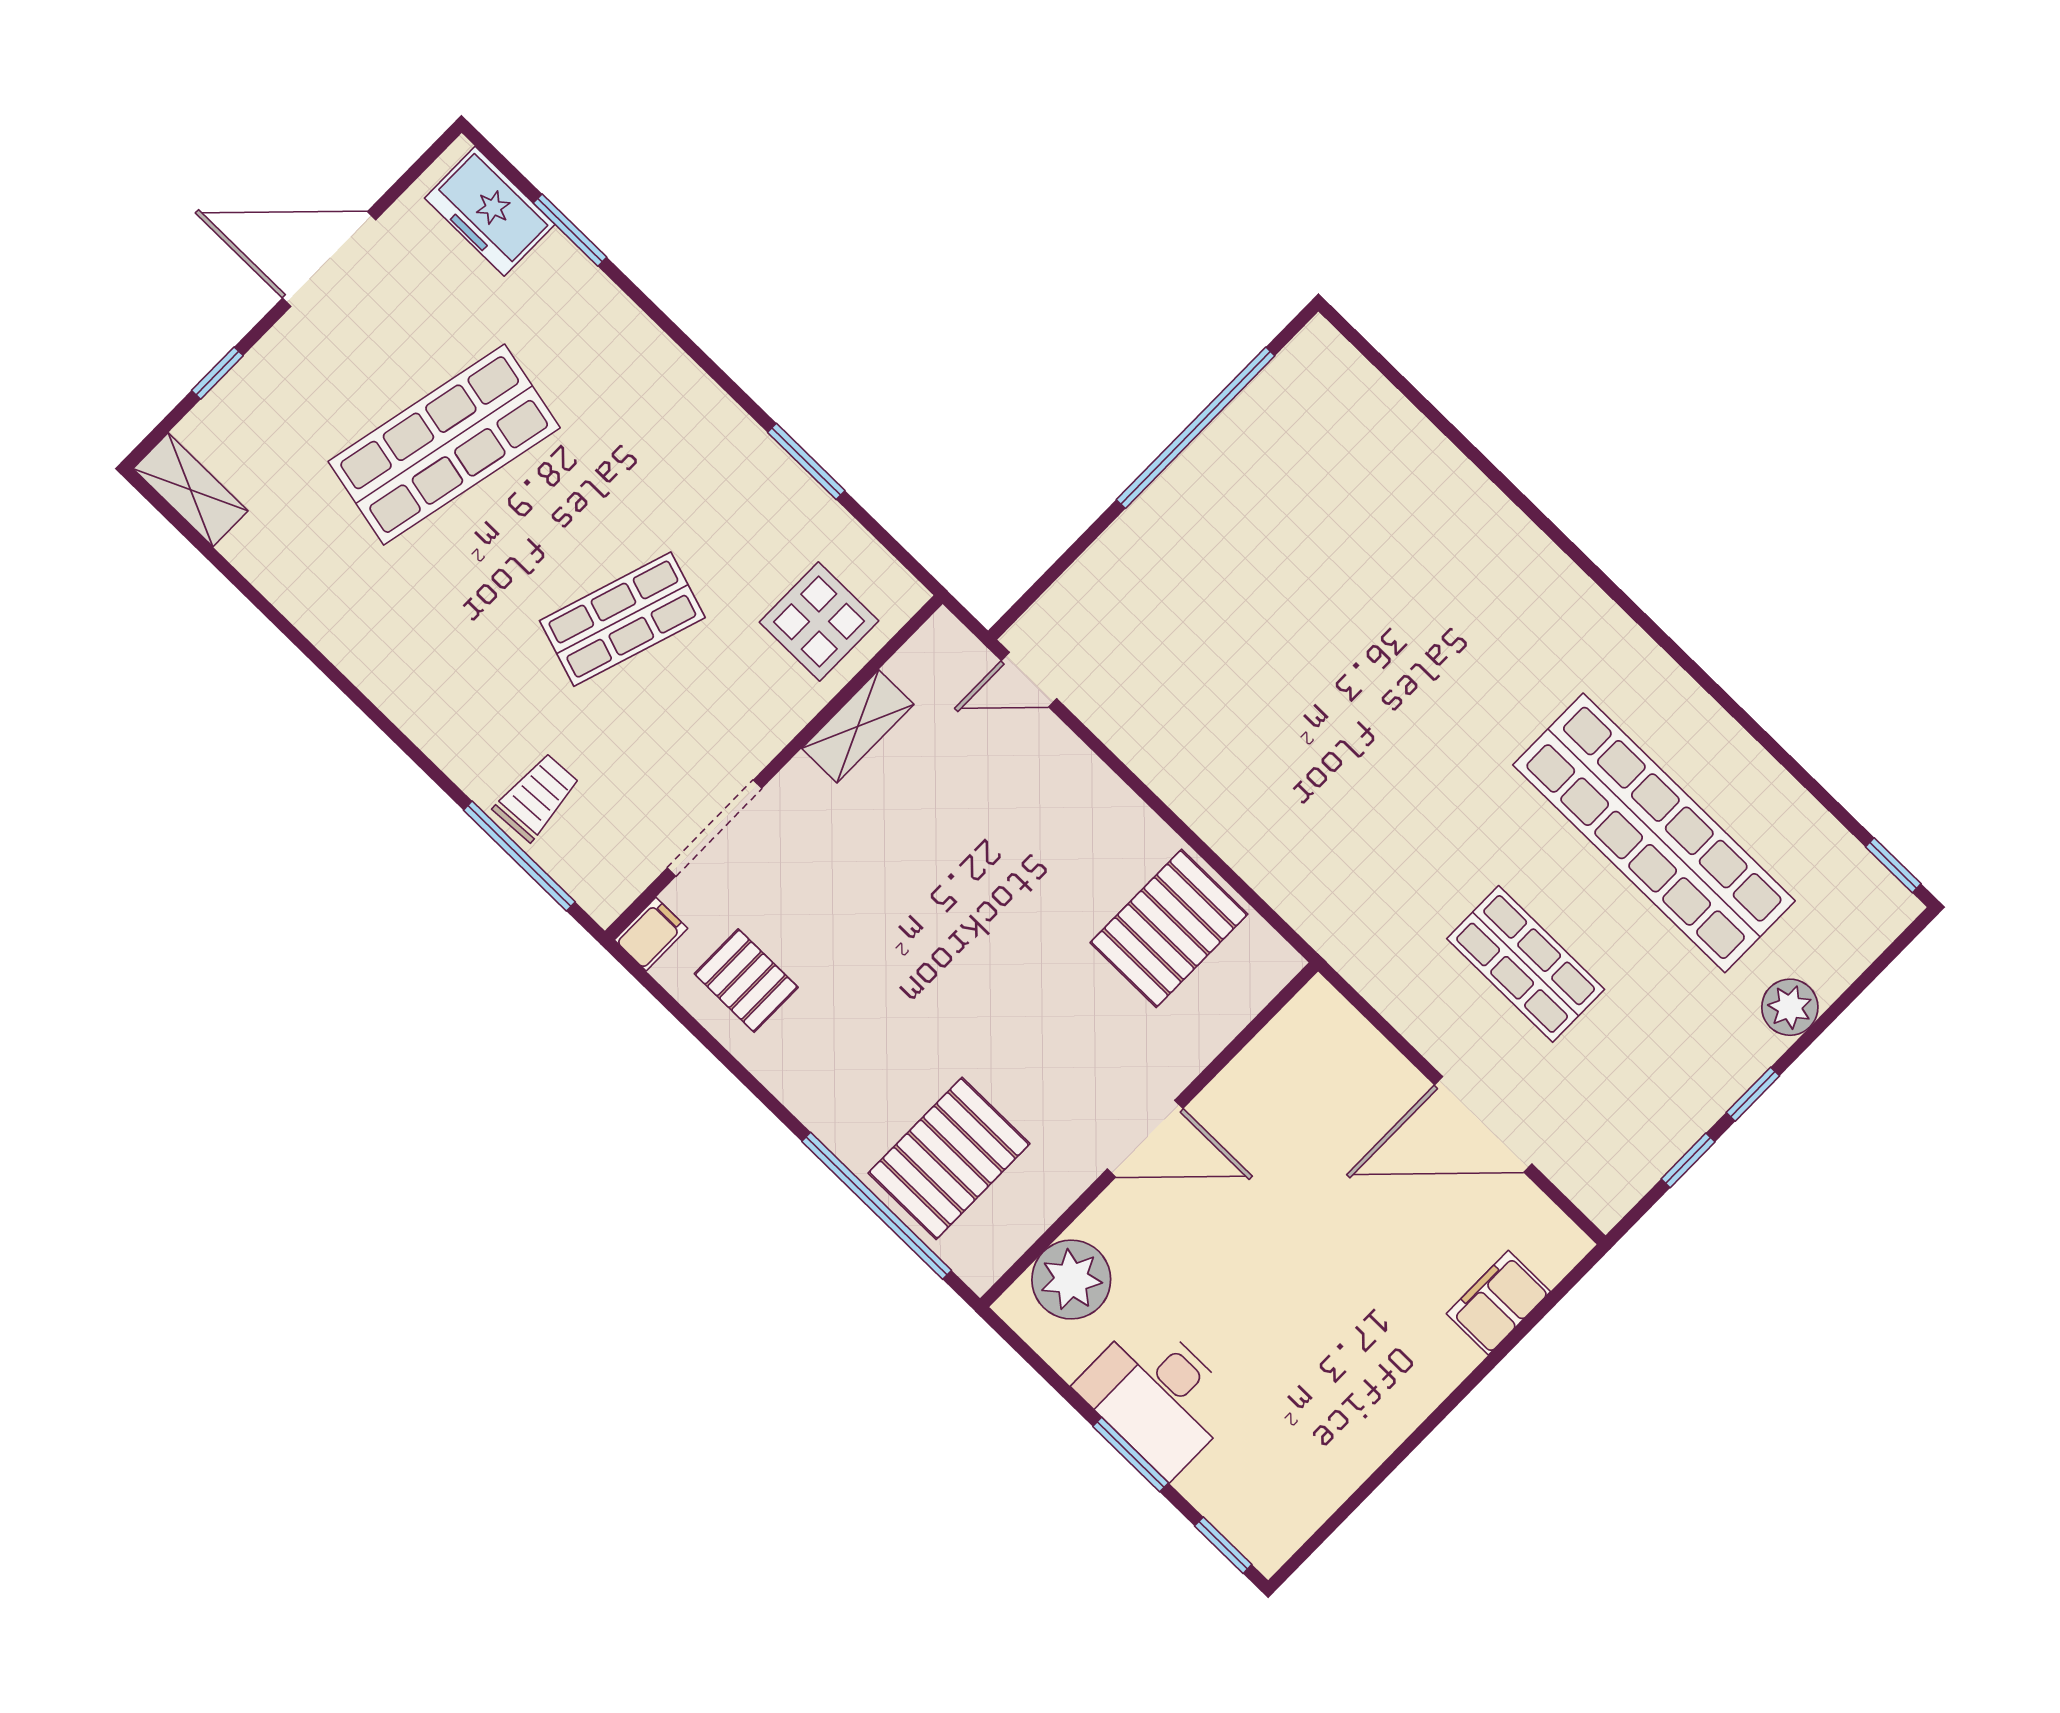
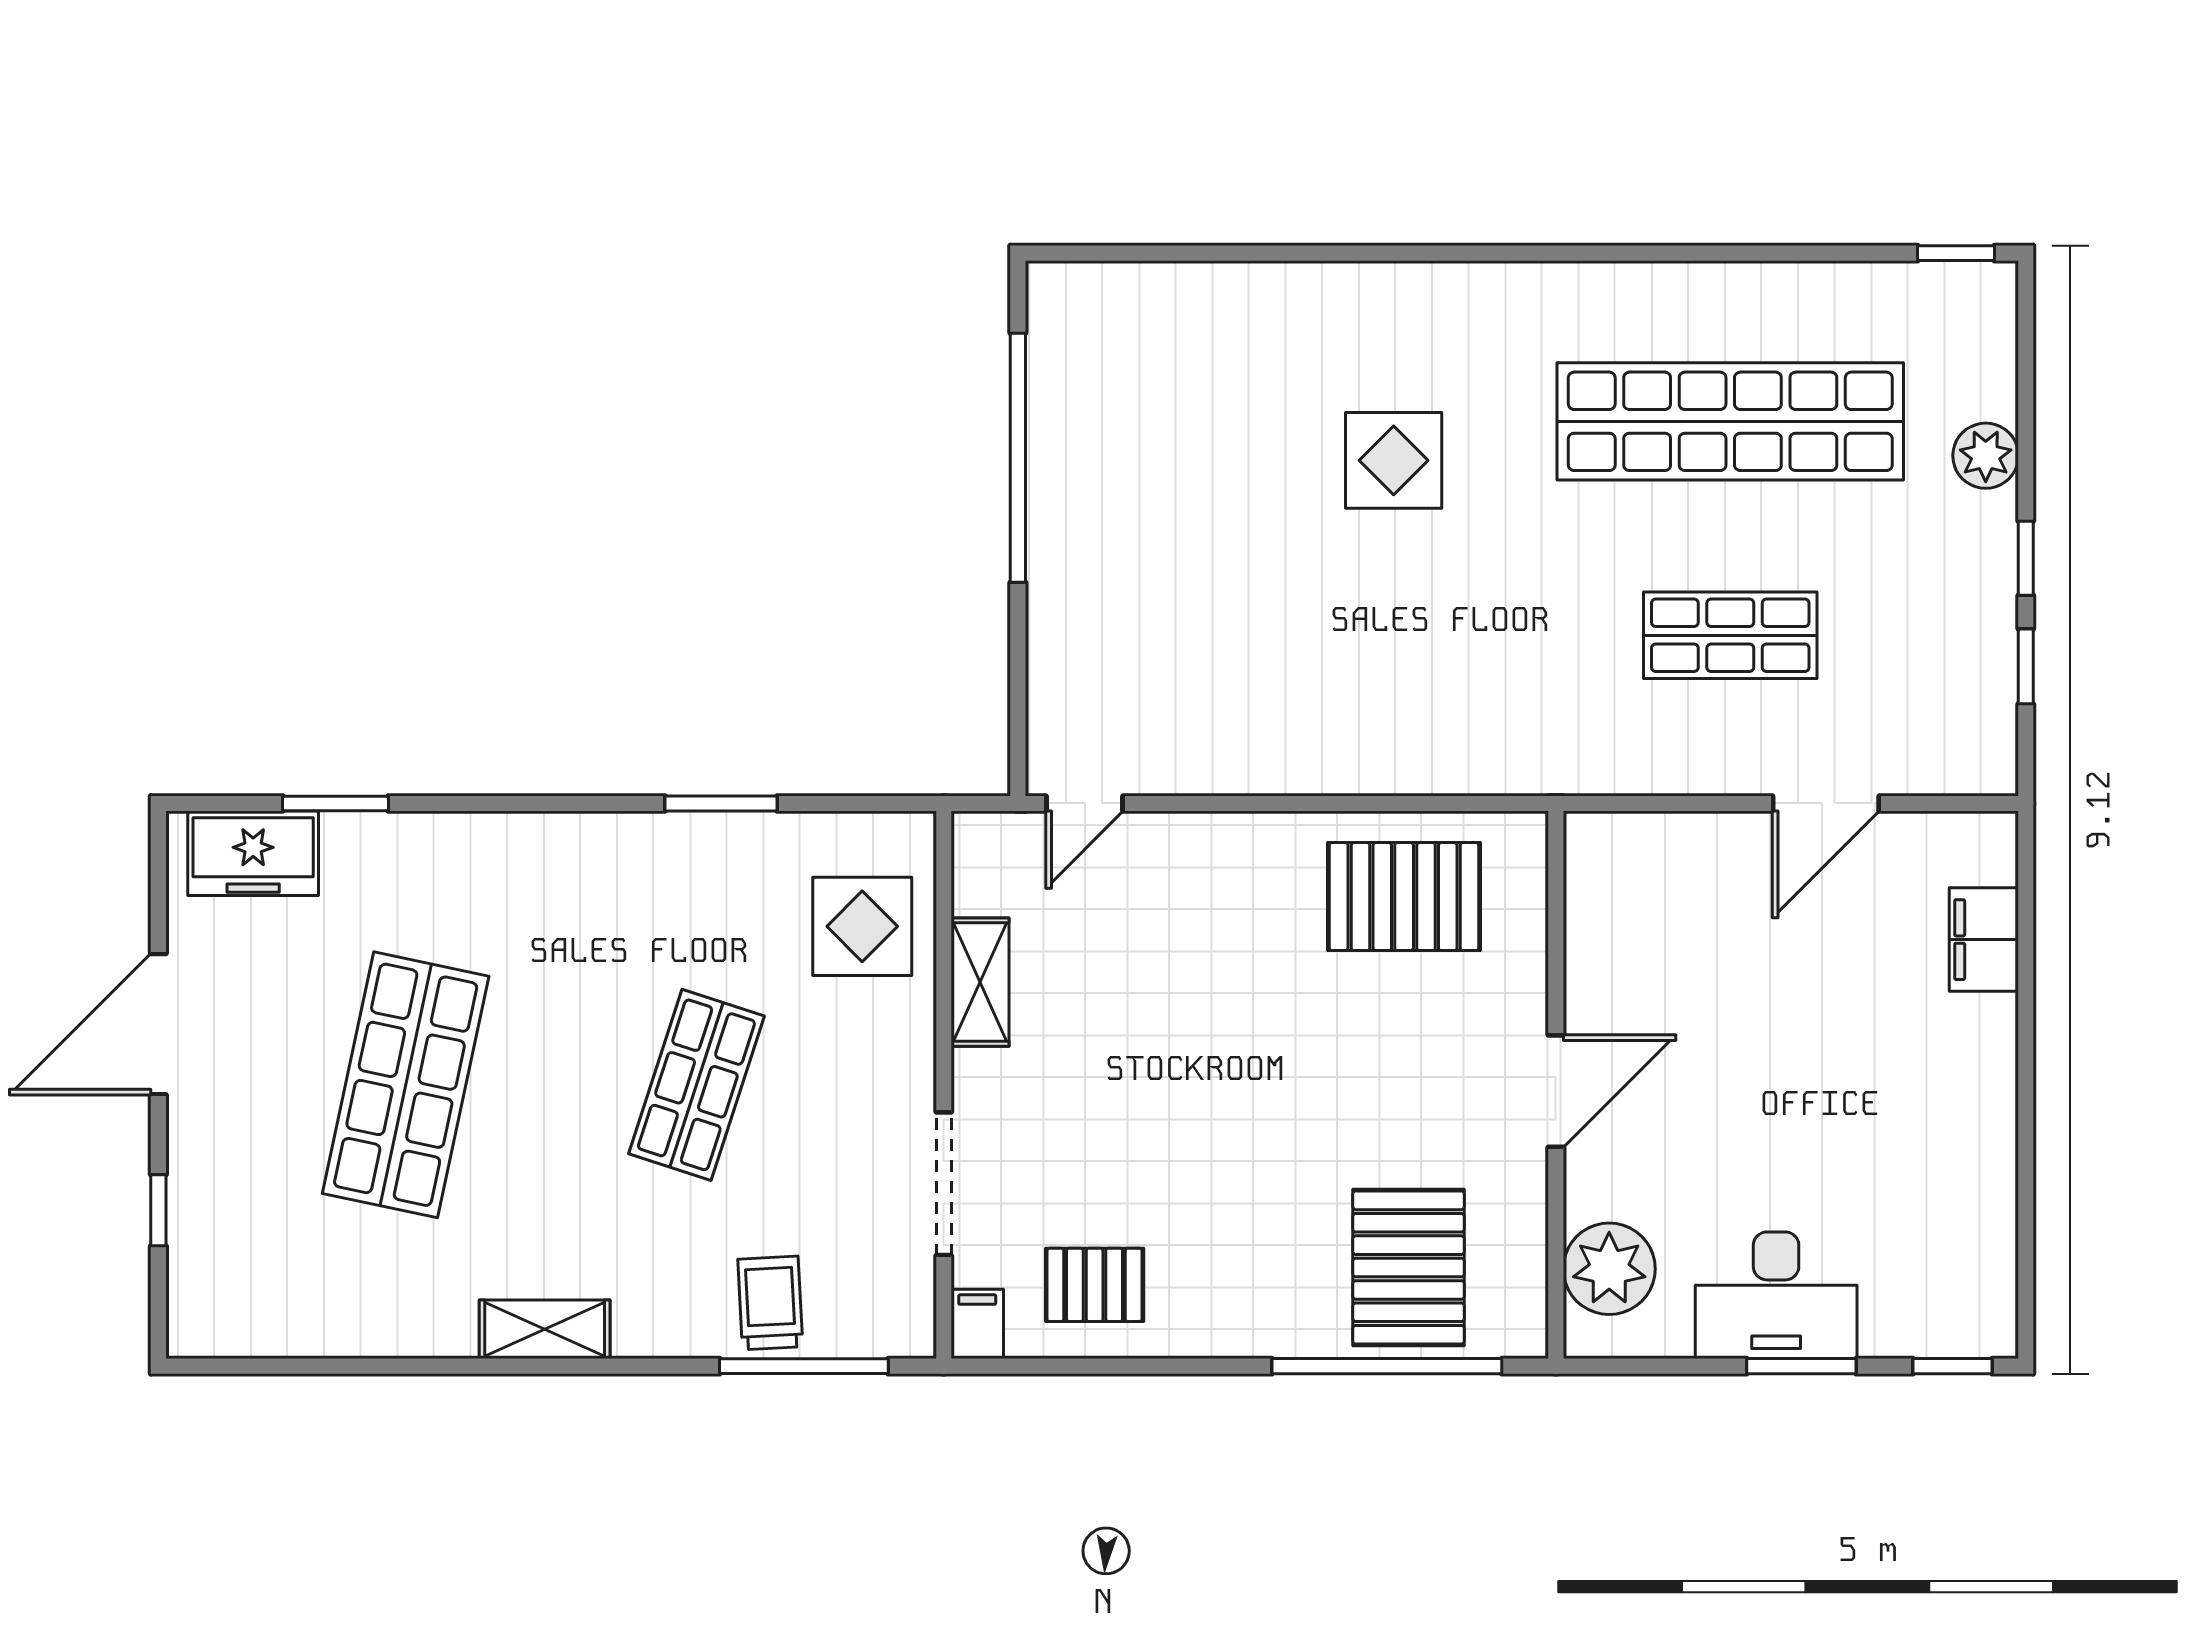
shelving: (190, 490) -> (545, 1329), moved
display table: (1424, 655) -> (1394, 460), added
pallet: (1169, 928) -> (1404, 897), turned 90
door: (1483, 1124) -> (1826, 803), width x0.73

